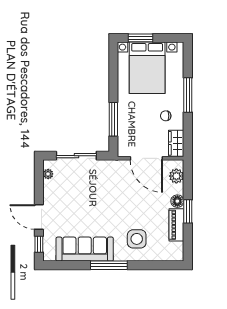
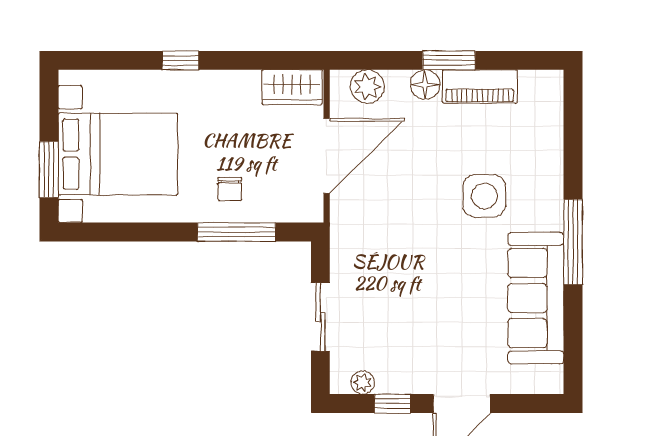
window: (188, 95) -> (180, 60), width x0.46
chair: (166, 116) -> (230, 189), moved
sliding door: (76, 156) -> (320, 317), width x0.73
side table: (137, 239) -> (484, 196), moved
window: (39, 244) -> (393, 404), moved

